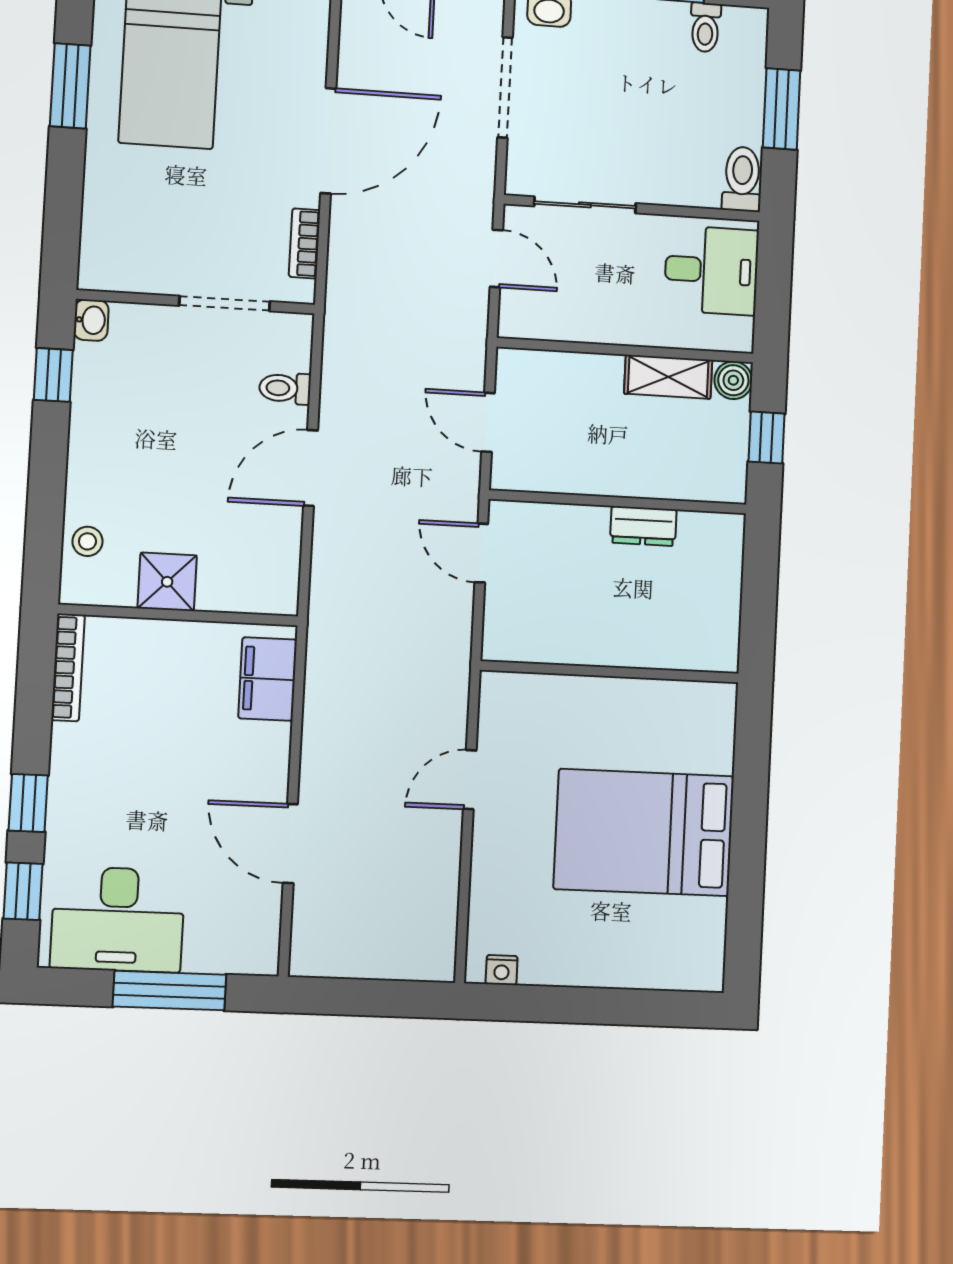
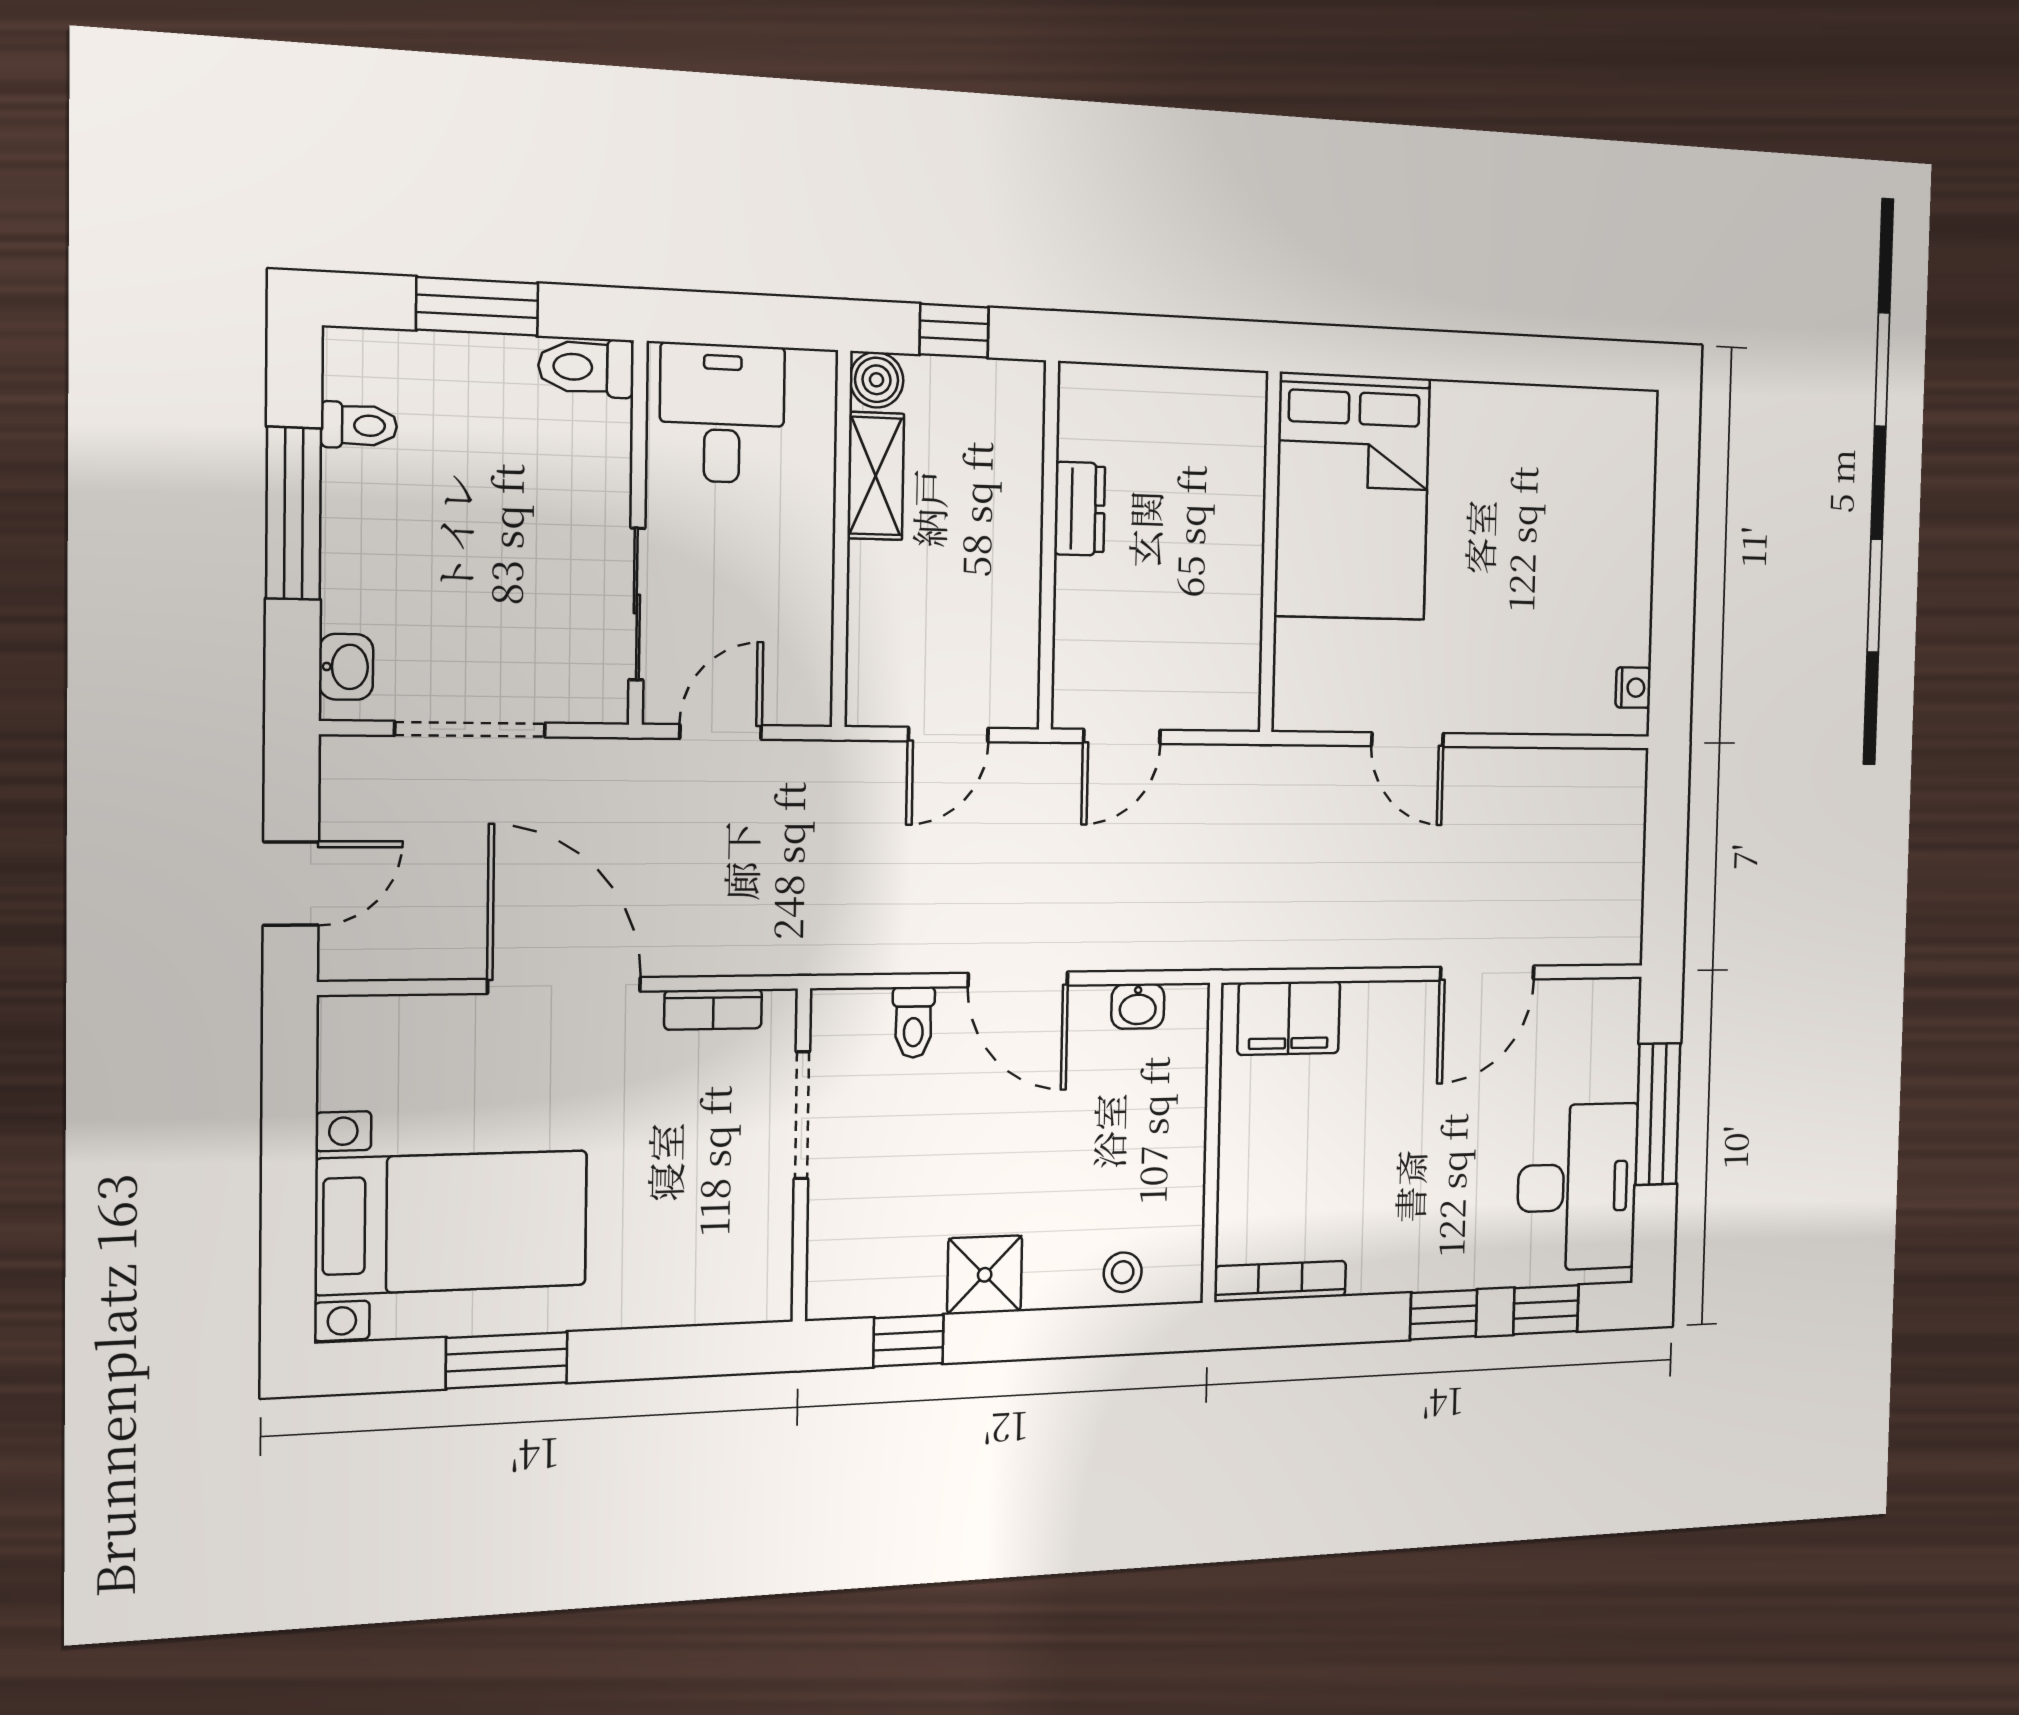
washbasin: (91, 320) -> (1138, 1006), moved, turned 180
shower: (167, 582) -> (985, 1275), moved
bed: (644, 833) -> (1352, 497), moved

